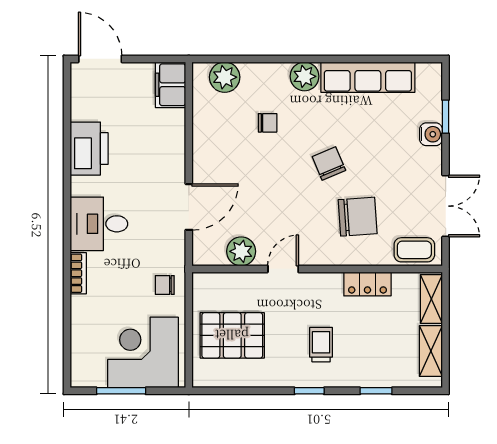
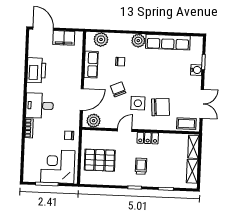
filing cabinet: (171, 85) -> (64, 38), moved, turned -90
row of seats: (206, 132) -> (91, 65), added
chair: (329, 164) -> (118, 89), moved
side table: (309, 210) -> (138, 103), added
plant: (241, 251) -> (94, 121), moved
locker: (367, 284) -> (148, 138), moved

